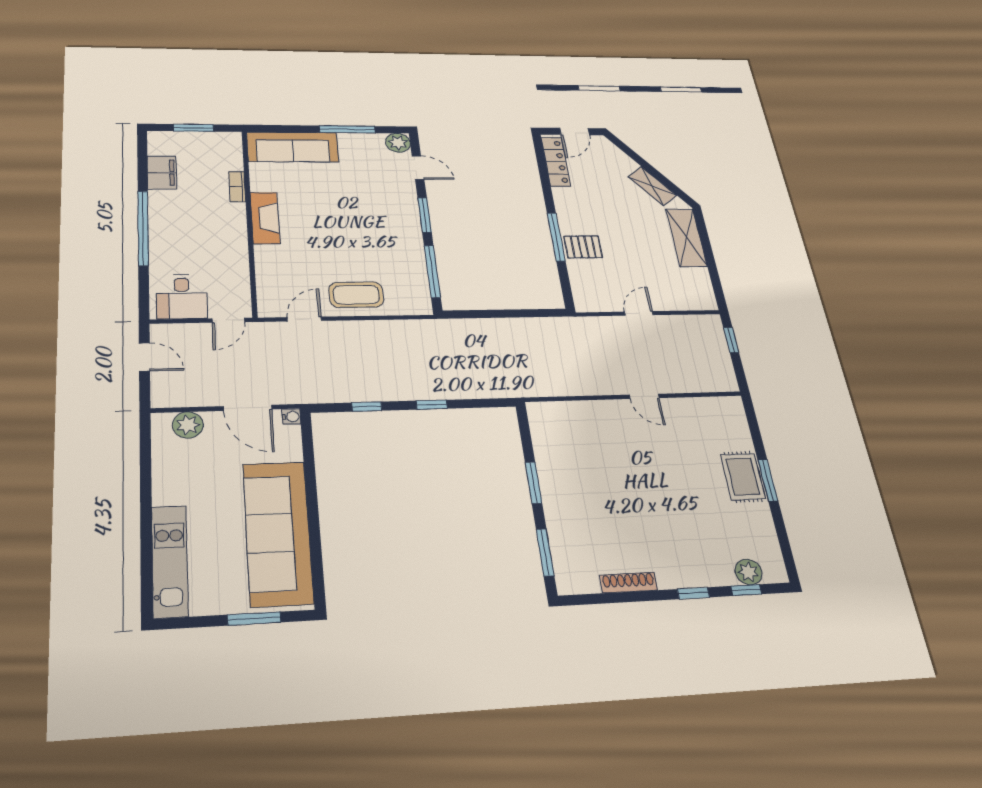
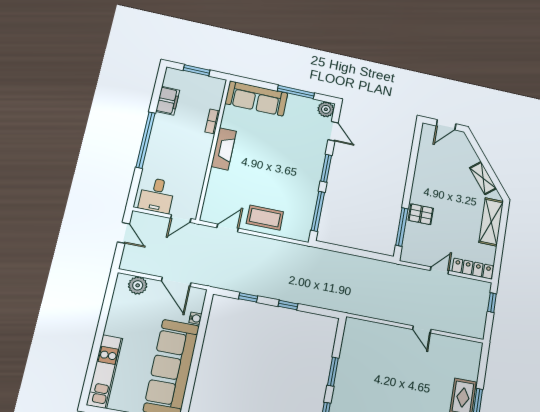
locker: (556, 162) -> (473, 269), moved, turned -90
window: (556, 237) -> (402, 227), moved
water cooler: (291, 417) -> (195, 318), moved

